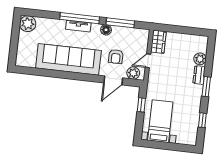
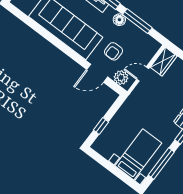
window: (141, 105) -> (101, 126), moved
window: (202, 120) -> (161, 164), width x2.17
bed with nightstands: (160, 121) -> (138, 154), moved

